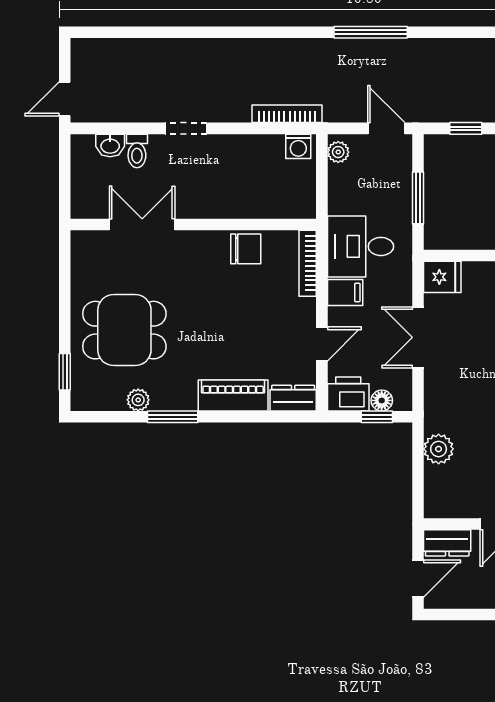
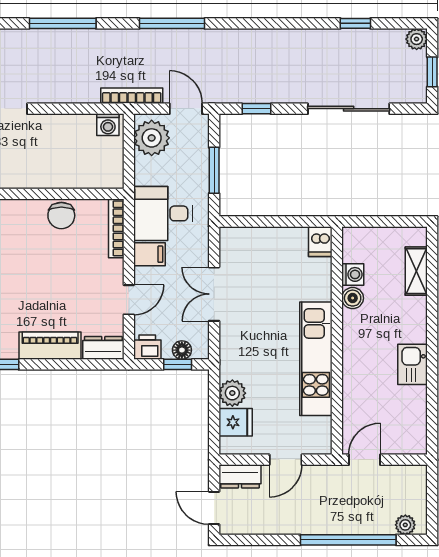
window: (247, 32) -> (63, 23), added
bookcase: (287, 114) -> (132, 96), moved
plant: (338, 152) -> (152, 138), width x1.88, depth x1.88
chair: (246, 249) -> (61, 216), turned 90
fridge: (442, 277) -> (236, 422), moved
printer: (348, 394) -> (147, 347), width x0.73, depth x0.81
door: (418, 579) -> (214, 508), swing flipped

